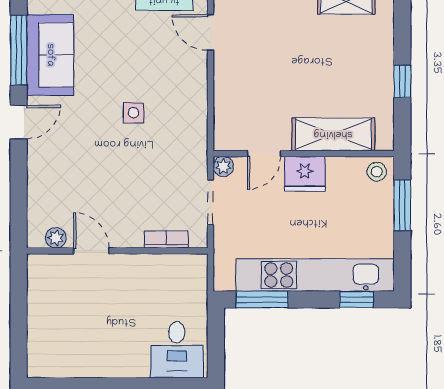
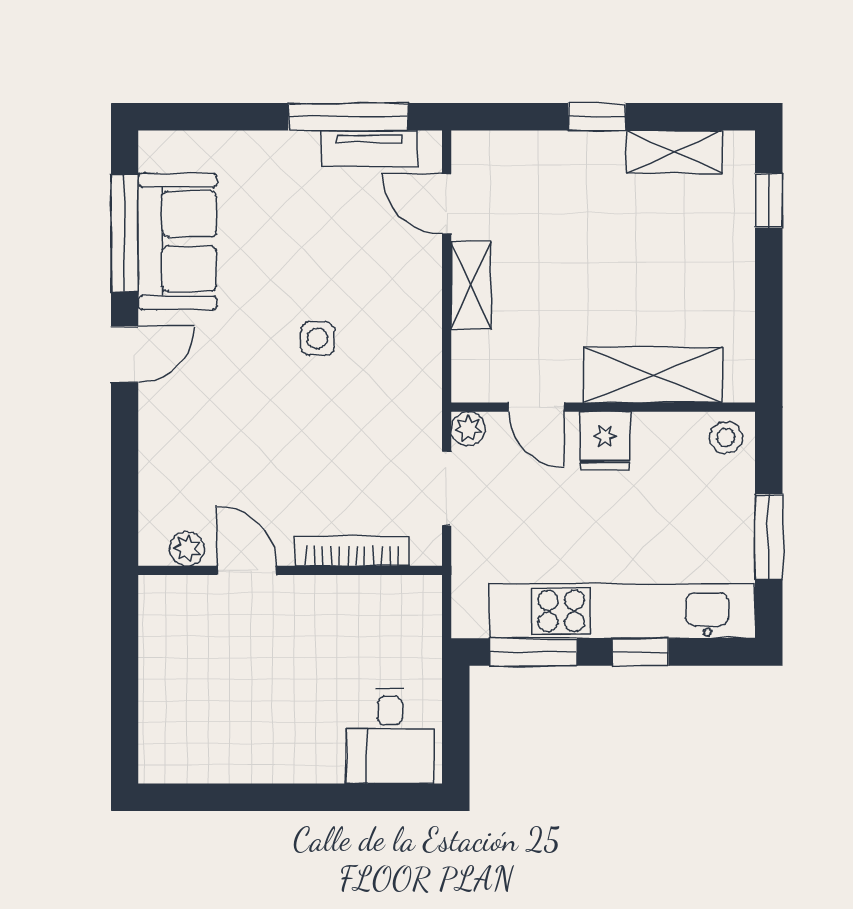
shelving: (225, 81) -> (471, 285), added
window: (402, 81) -> (769, 200), moved
door: (264, 154) -> (536, 407), hinge flipped
fridge: (305, 174) -> (605, 441), width x0.72
window: (402, 205) -> (769, 537), moved
bookcase: (166, 240) -> (352, 551), width x1.56
window: (356, 300) -> (641, 652), moved

